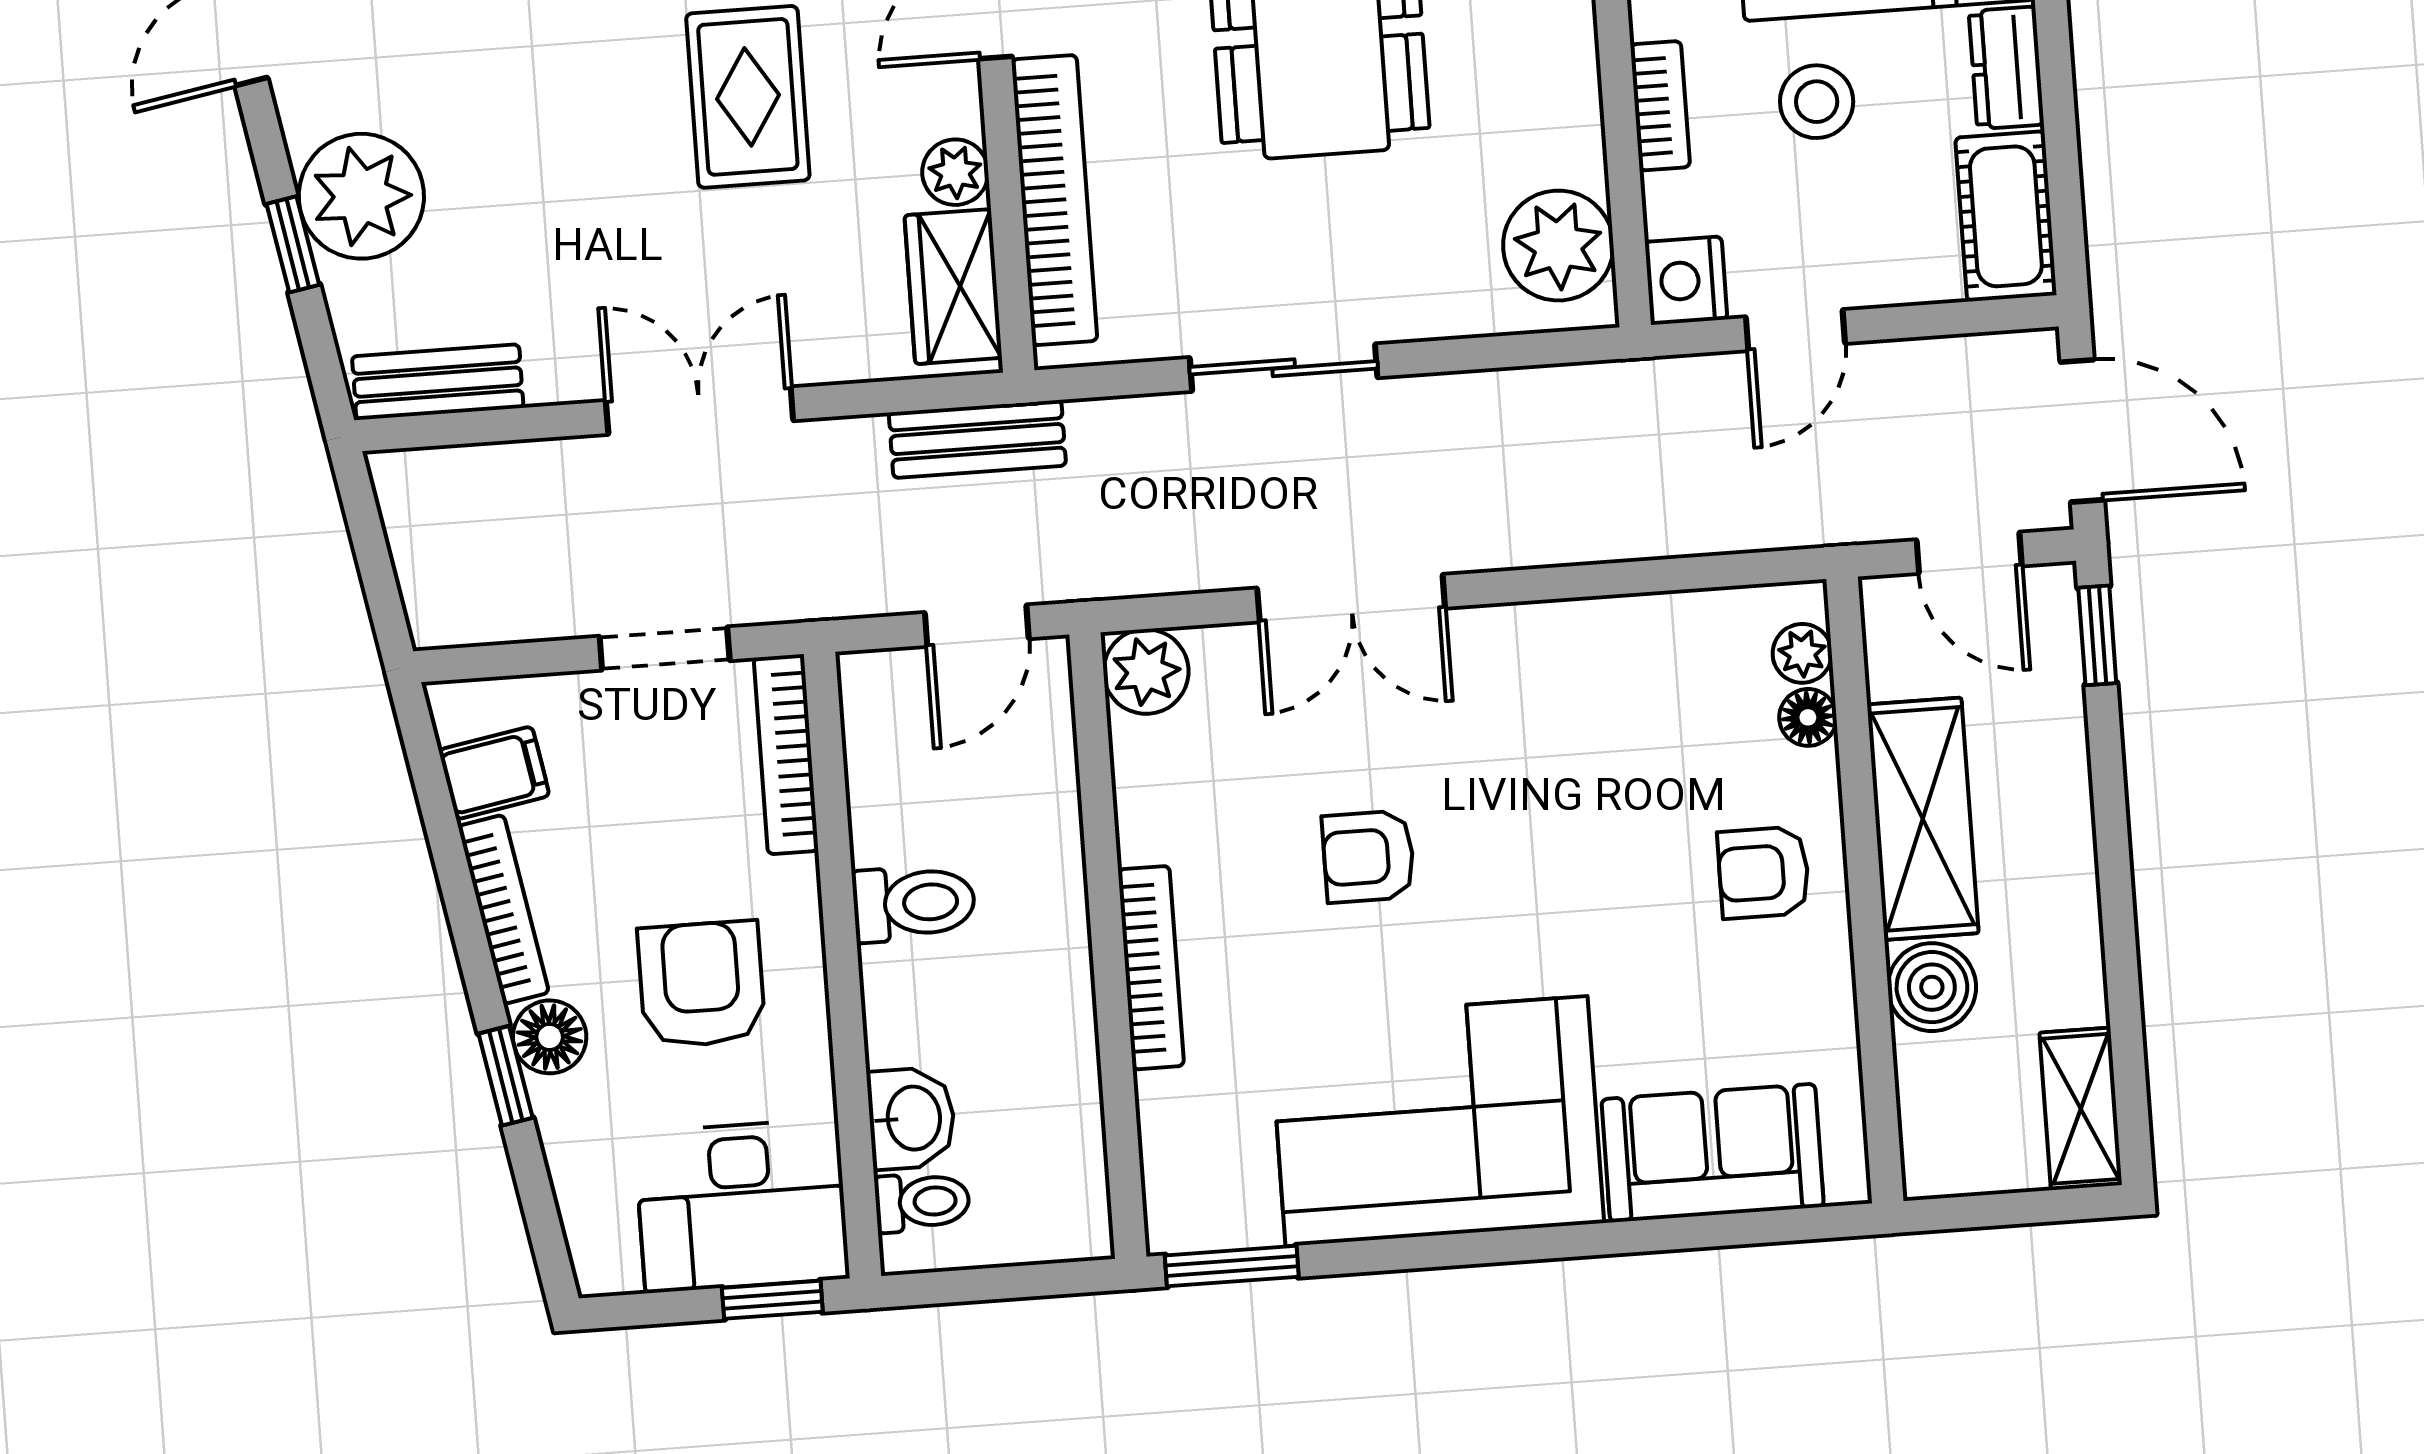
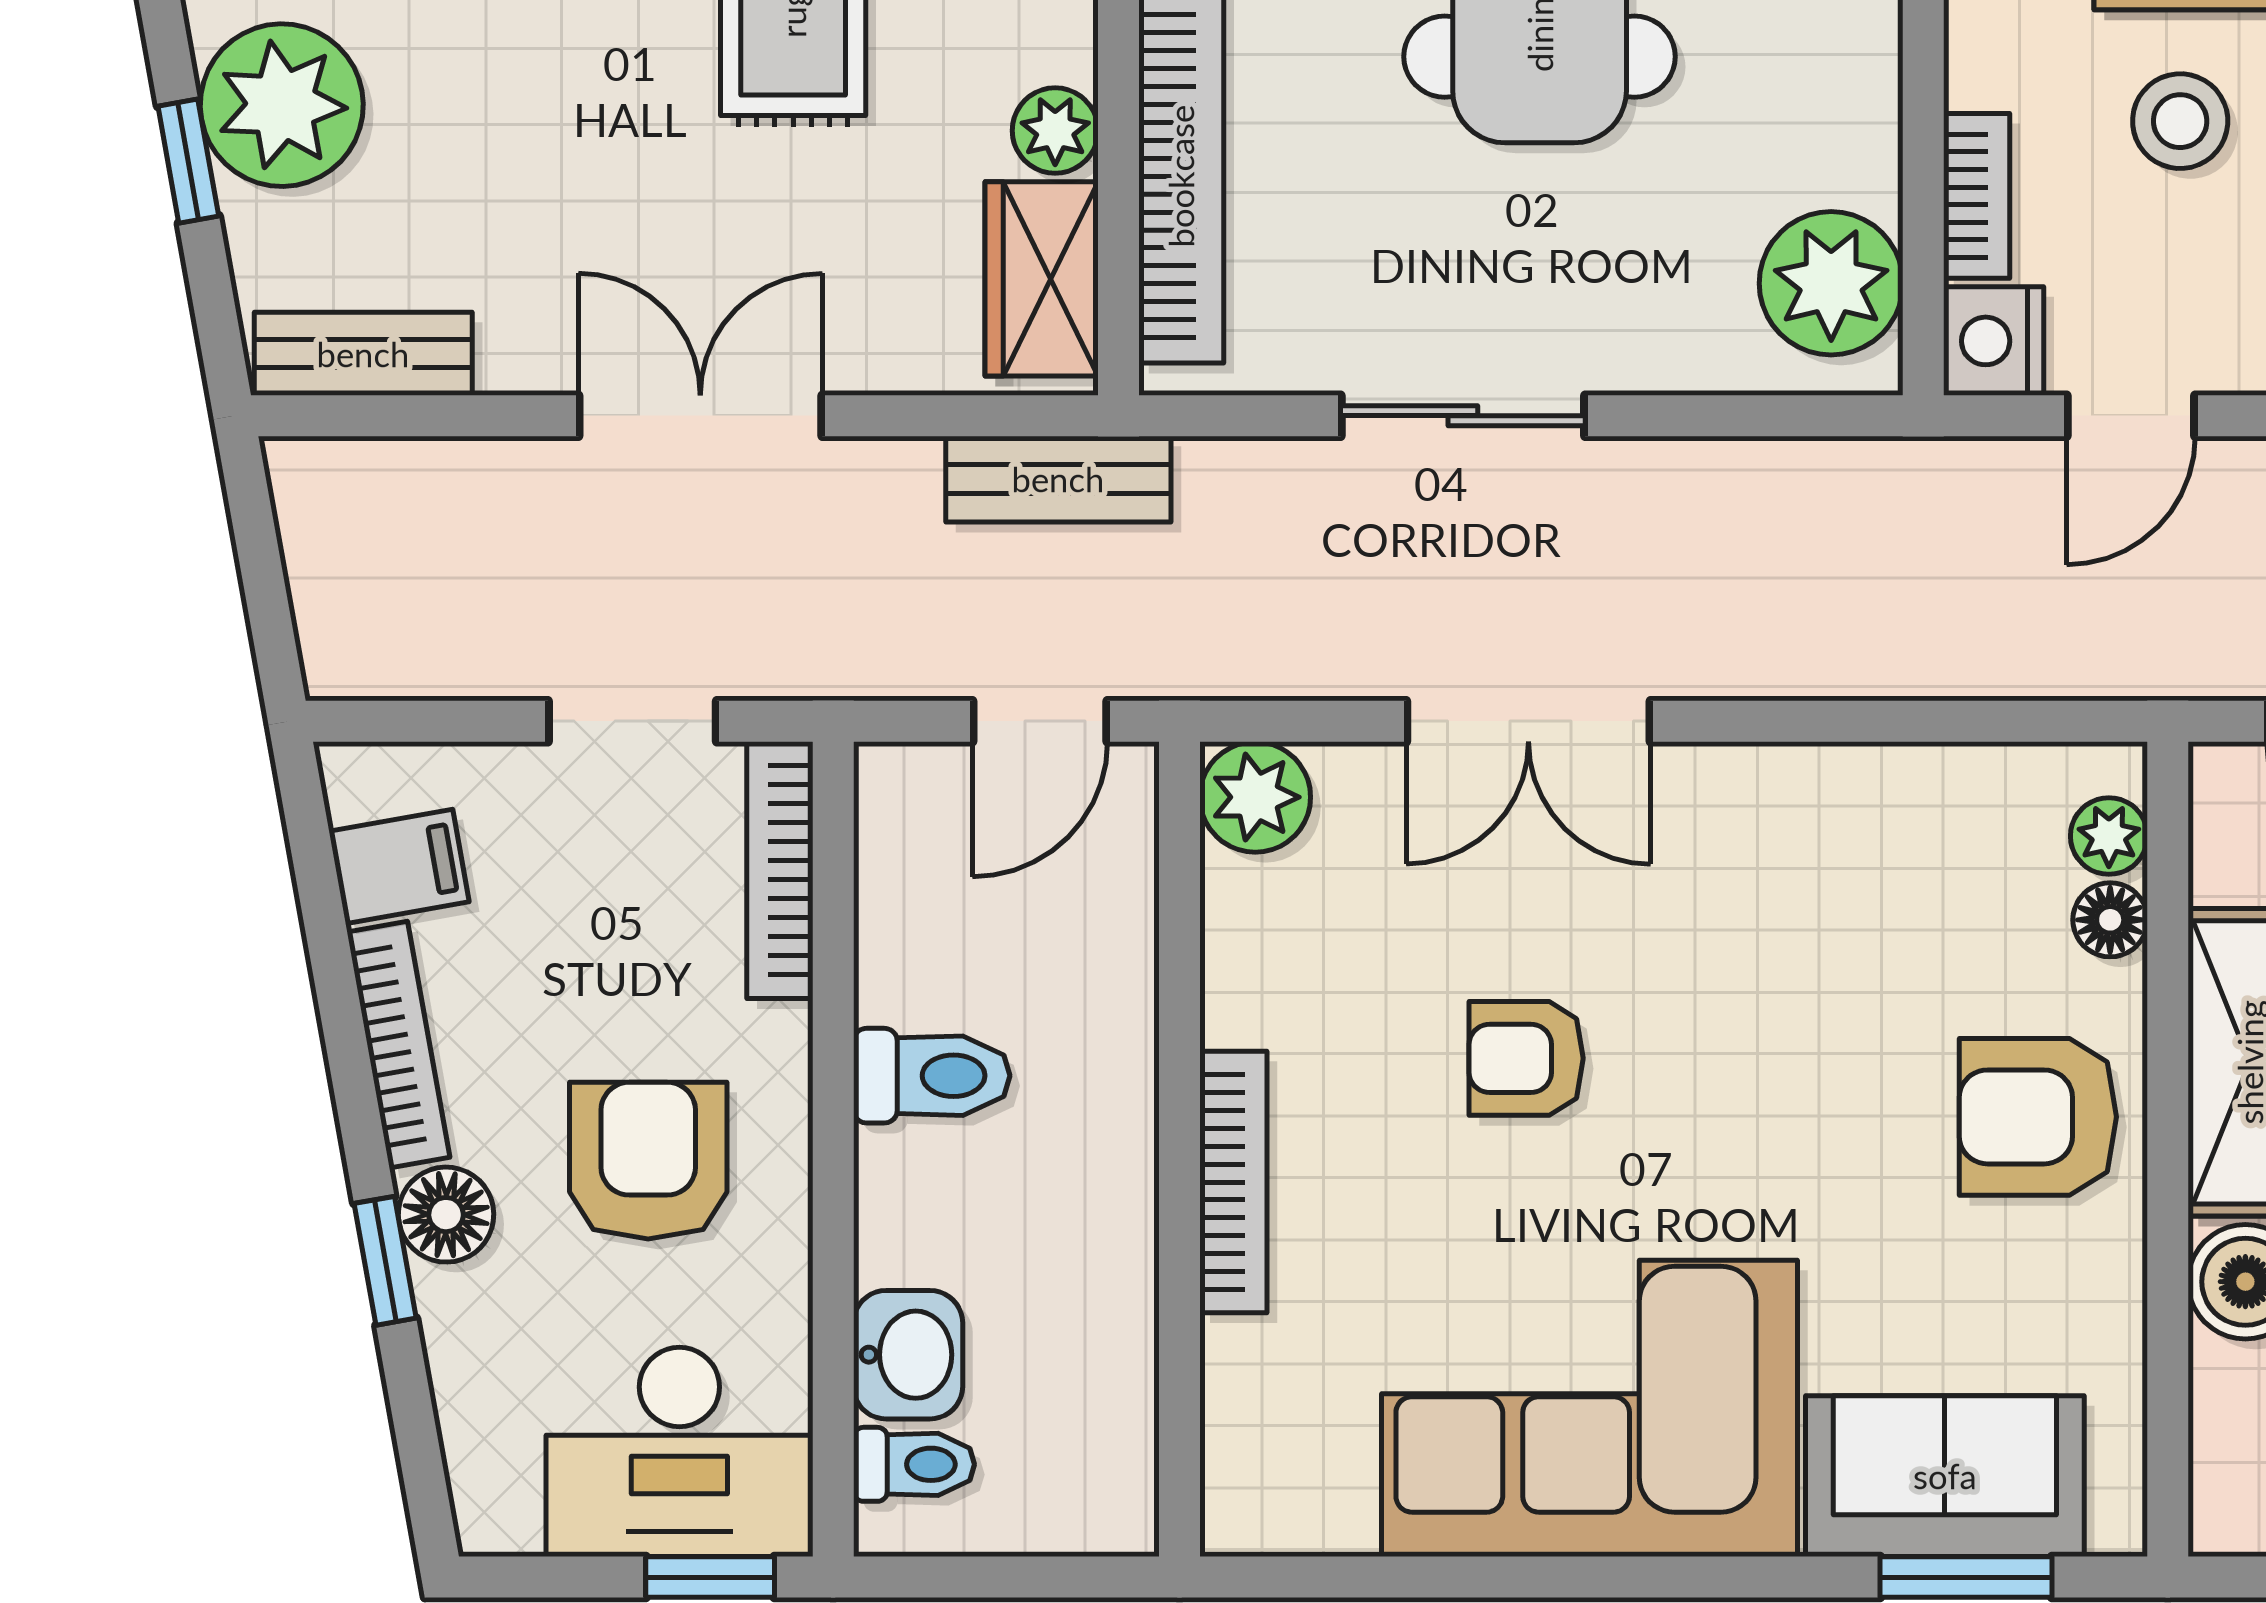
bookcase: (1660, 106) -> (1977, 196), moved
armchair: (1764, 873) -> (2038, 1117), width x1.38, depth x1.38
window: (1232, 1266) -> (1966, 1577), moved

